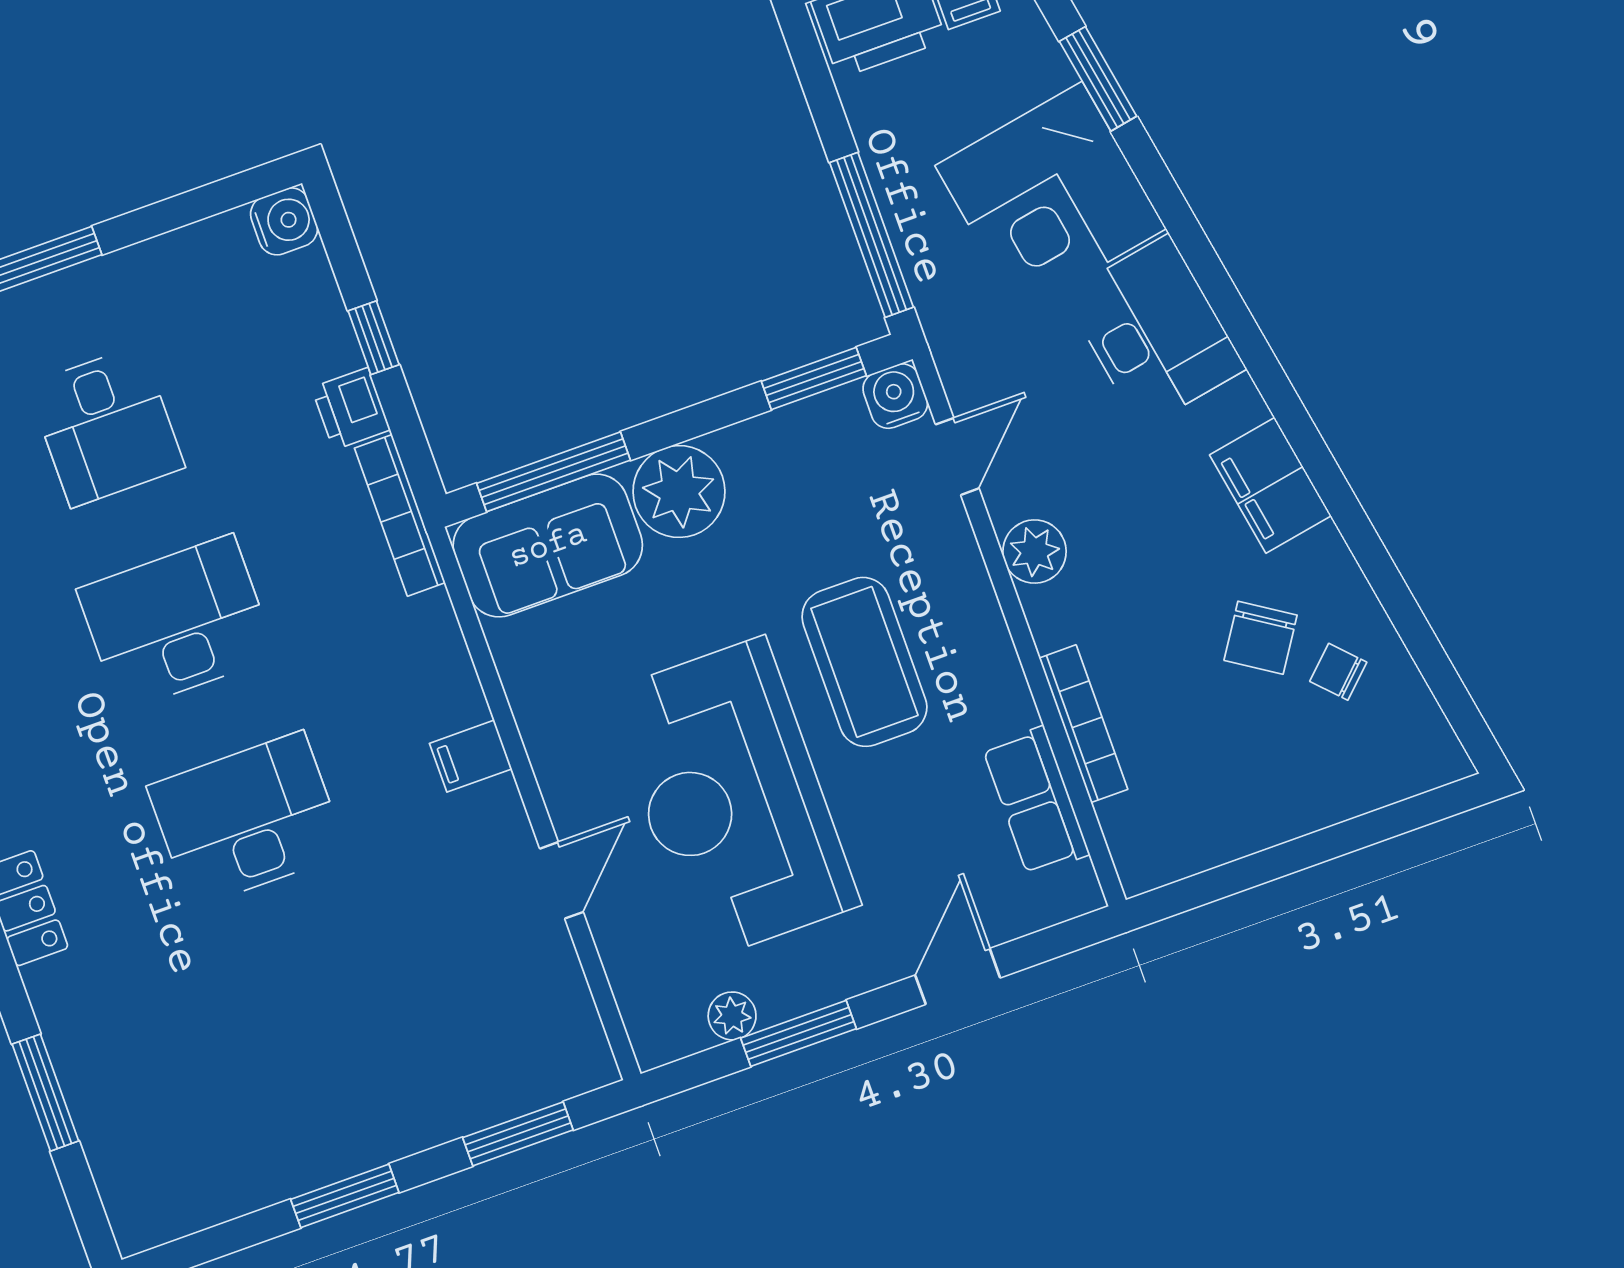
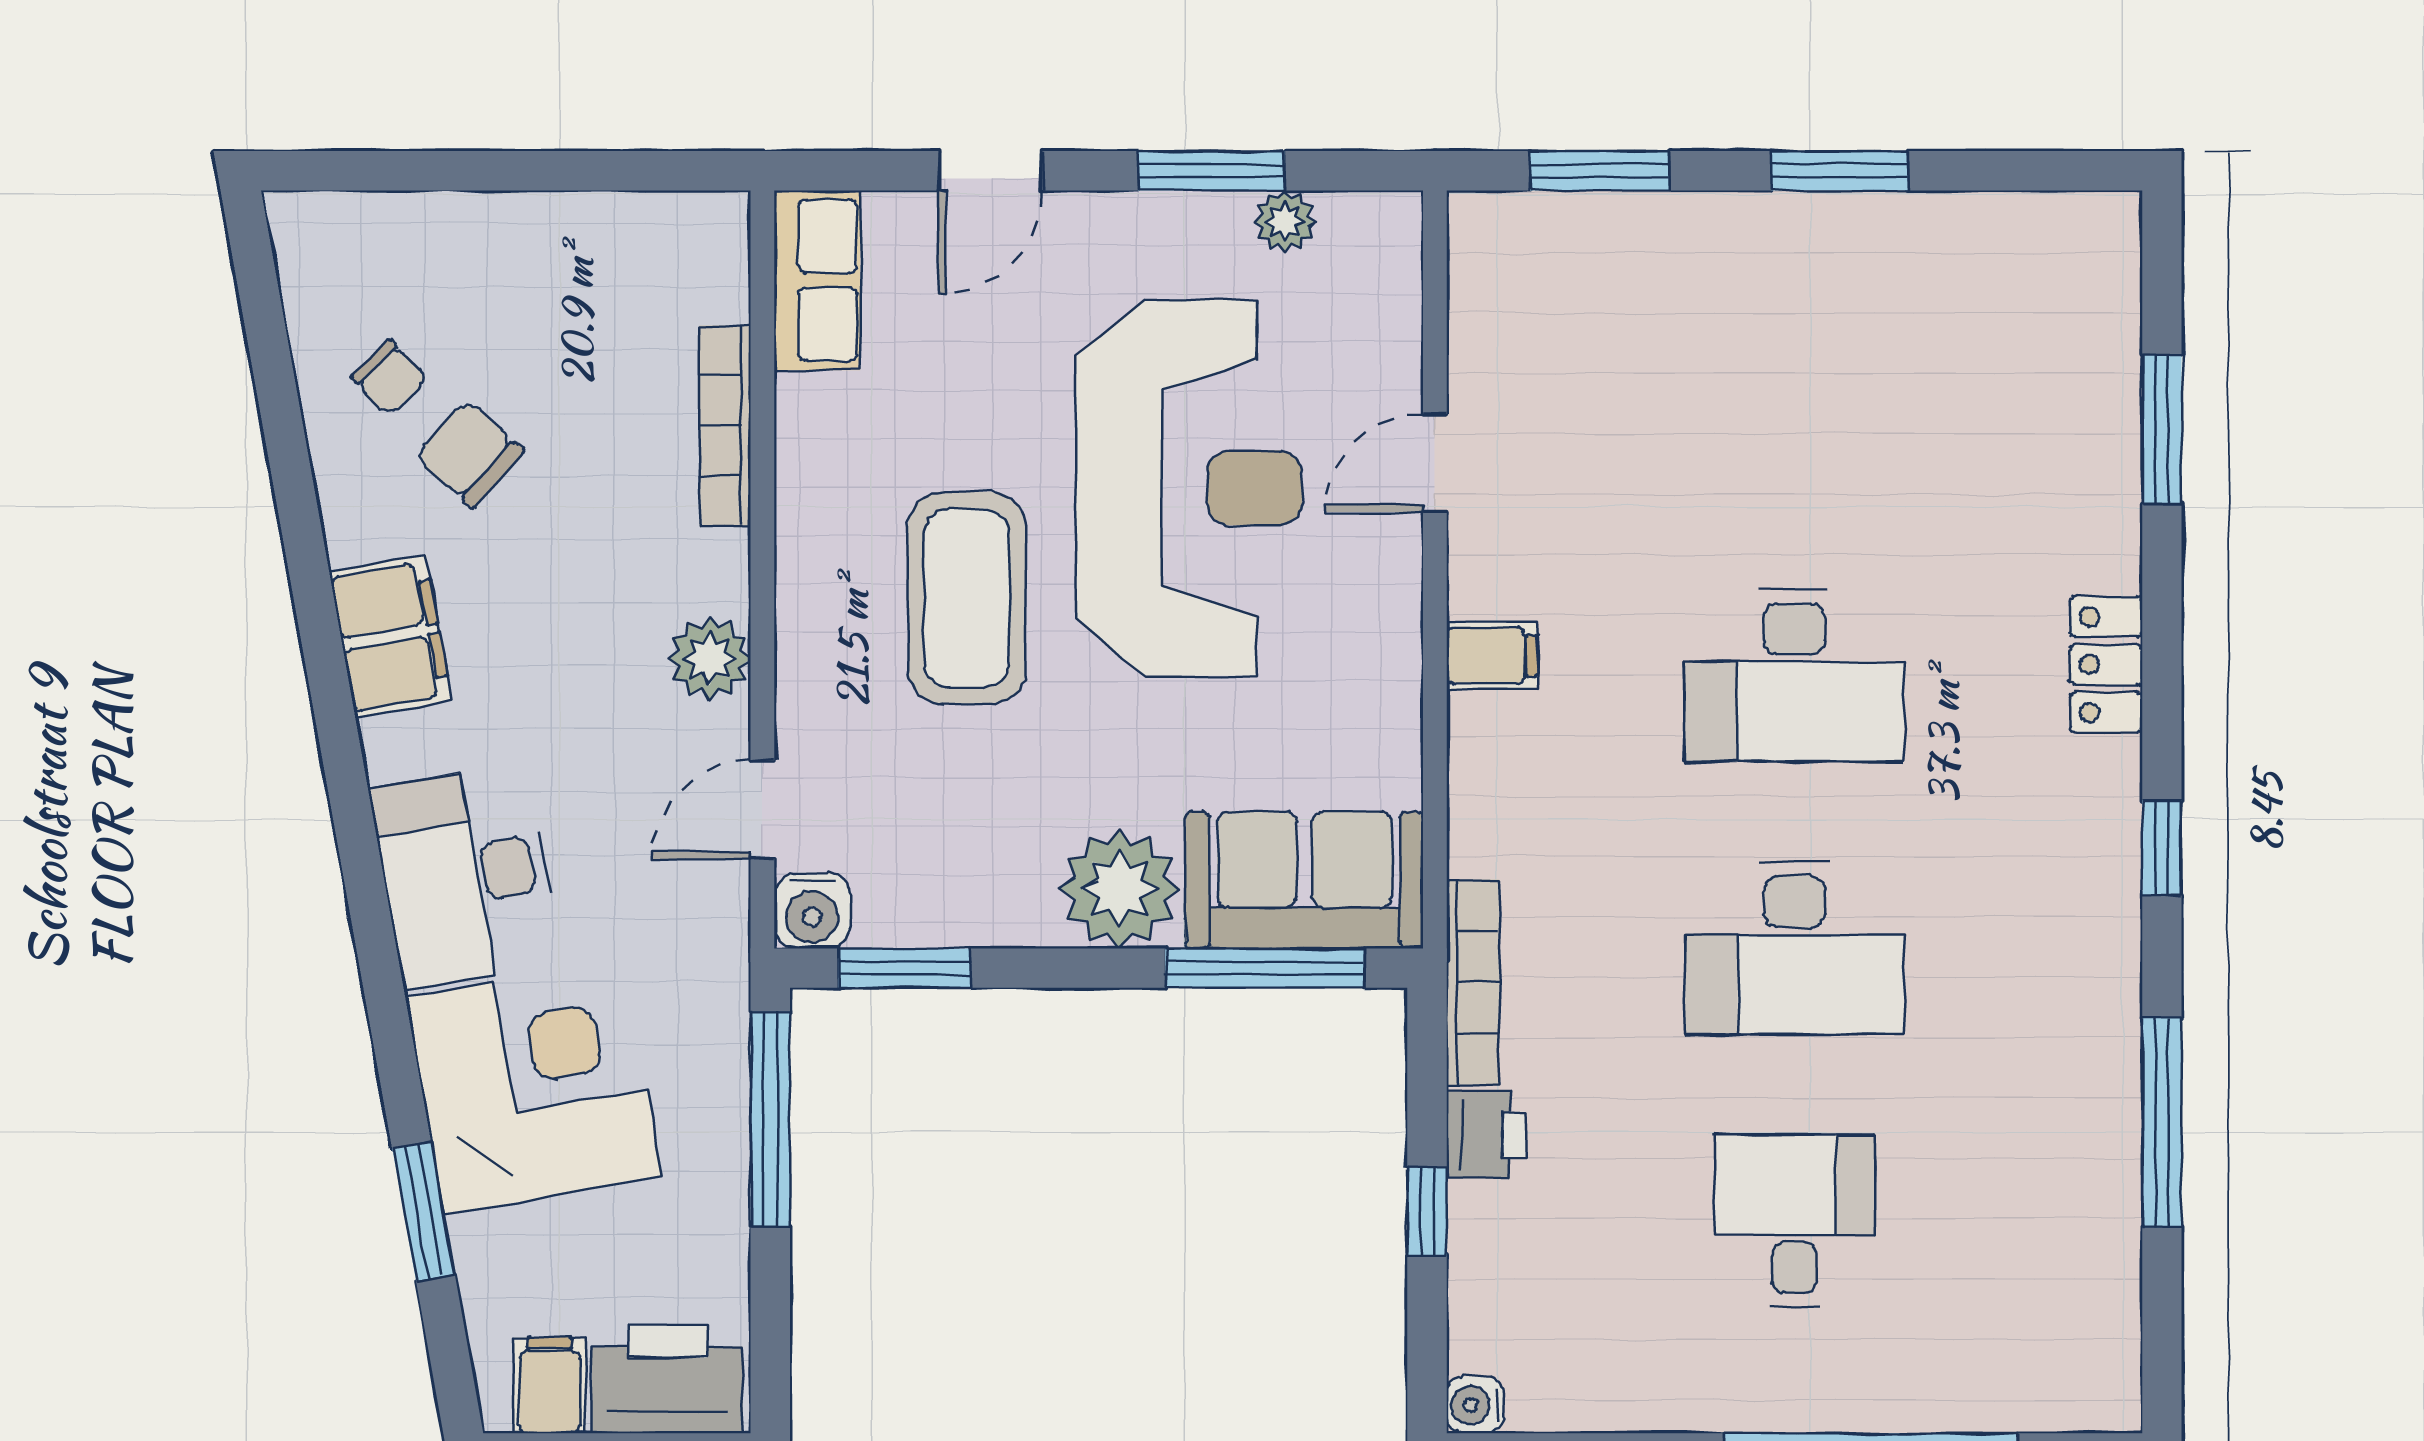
water cooler: (284, 221) -> (1475, 1405), width x0.72, depth x0.72
chair: (1261, 638) -> (470, 453), turned -81
row of seats: (1036, 801) -> (817, 280), moved

